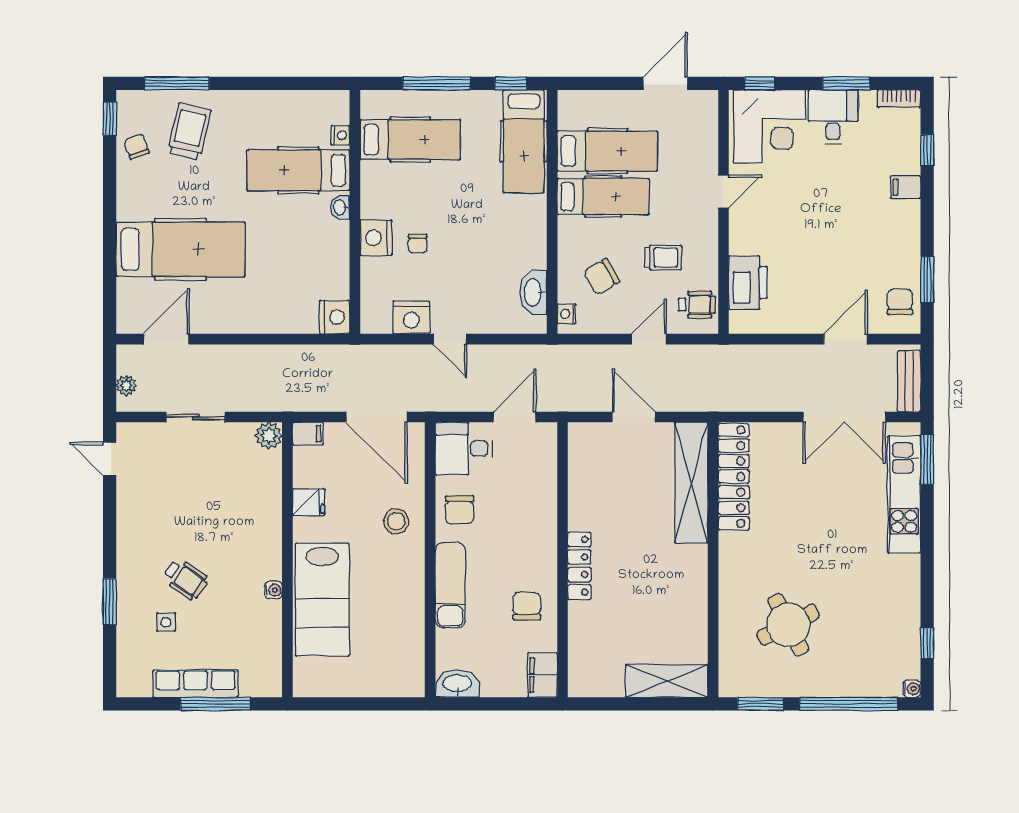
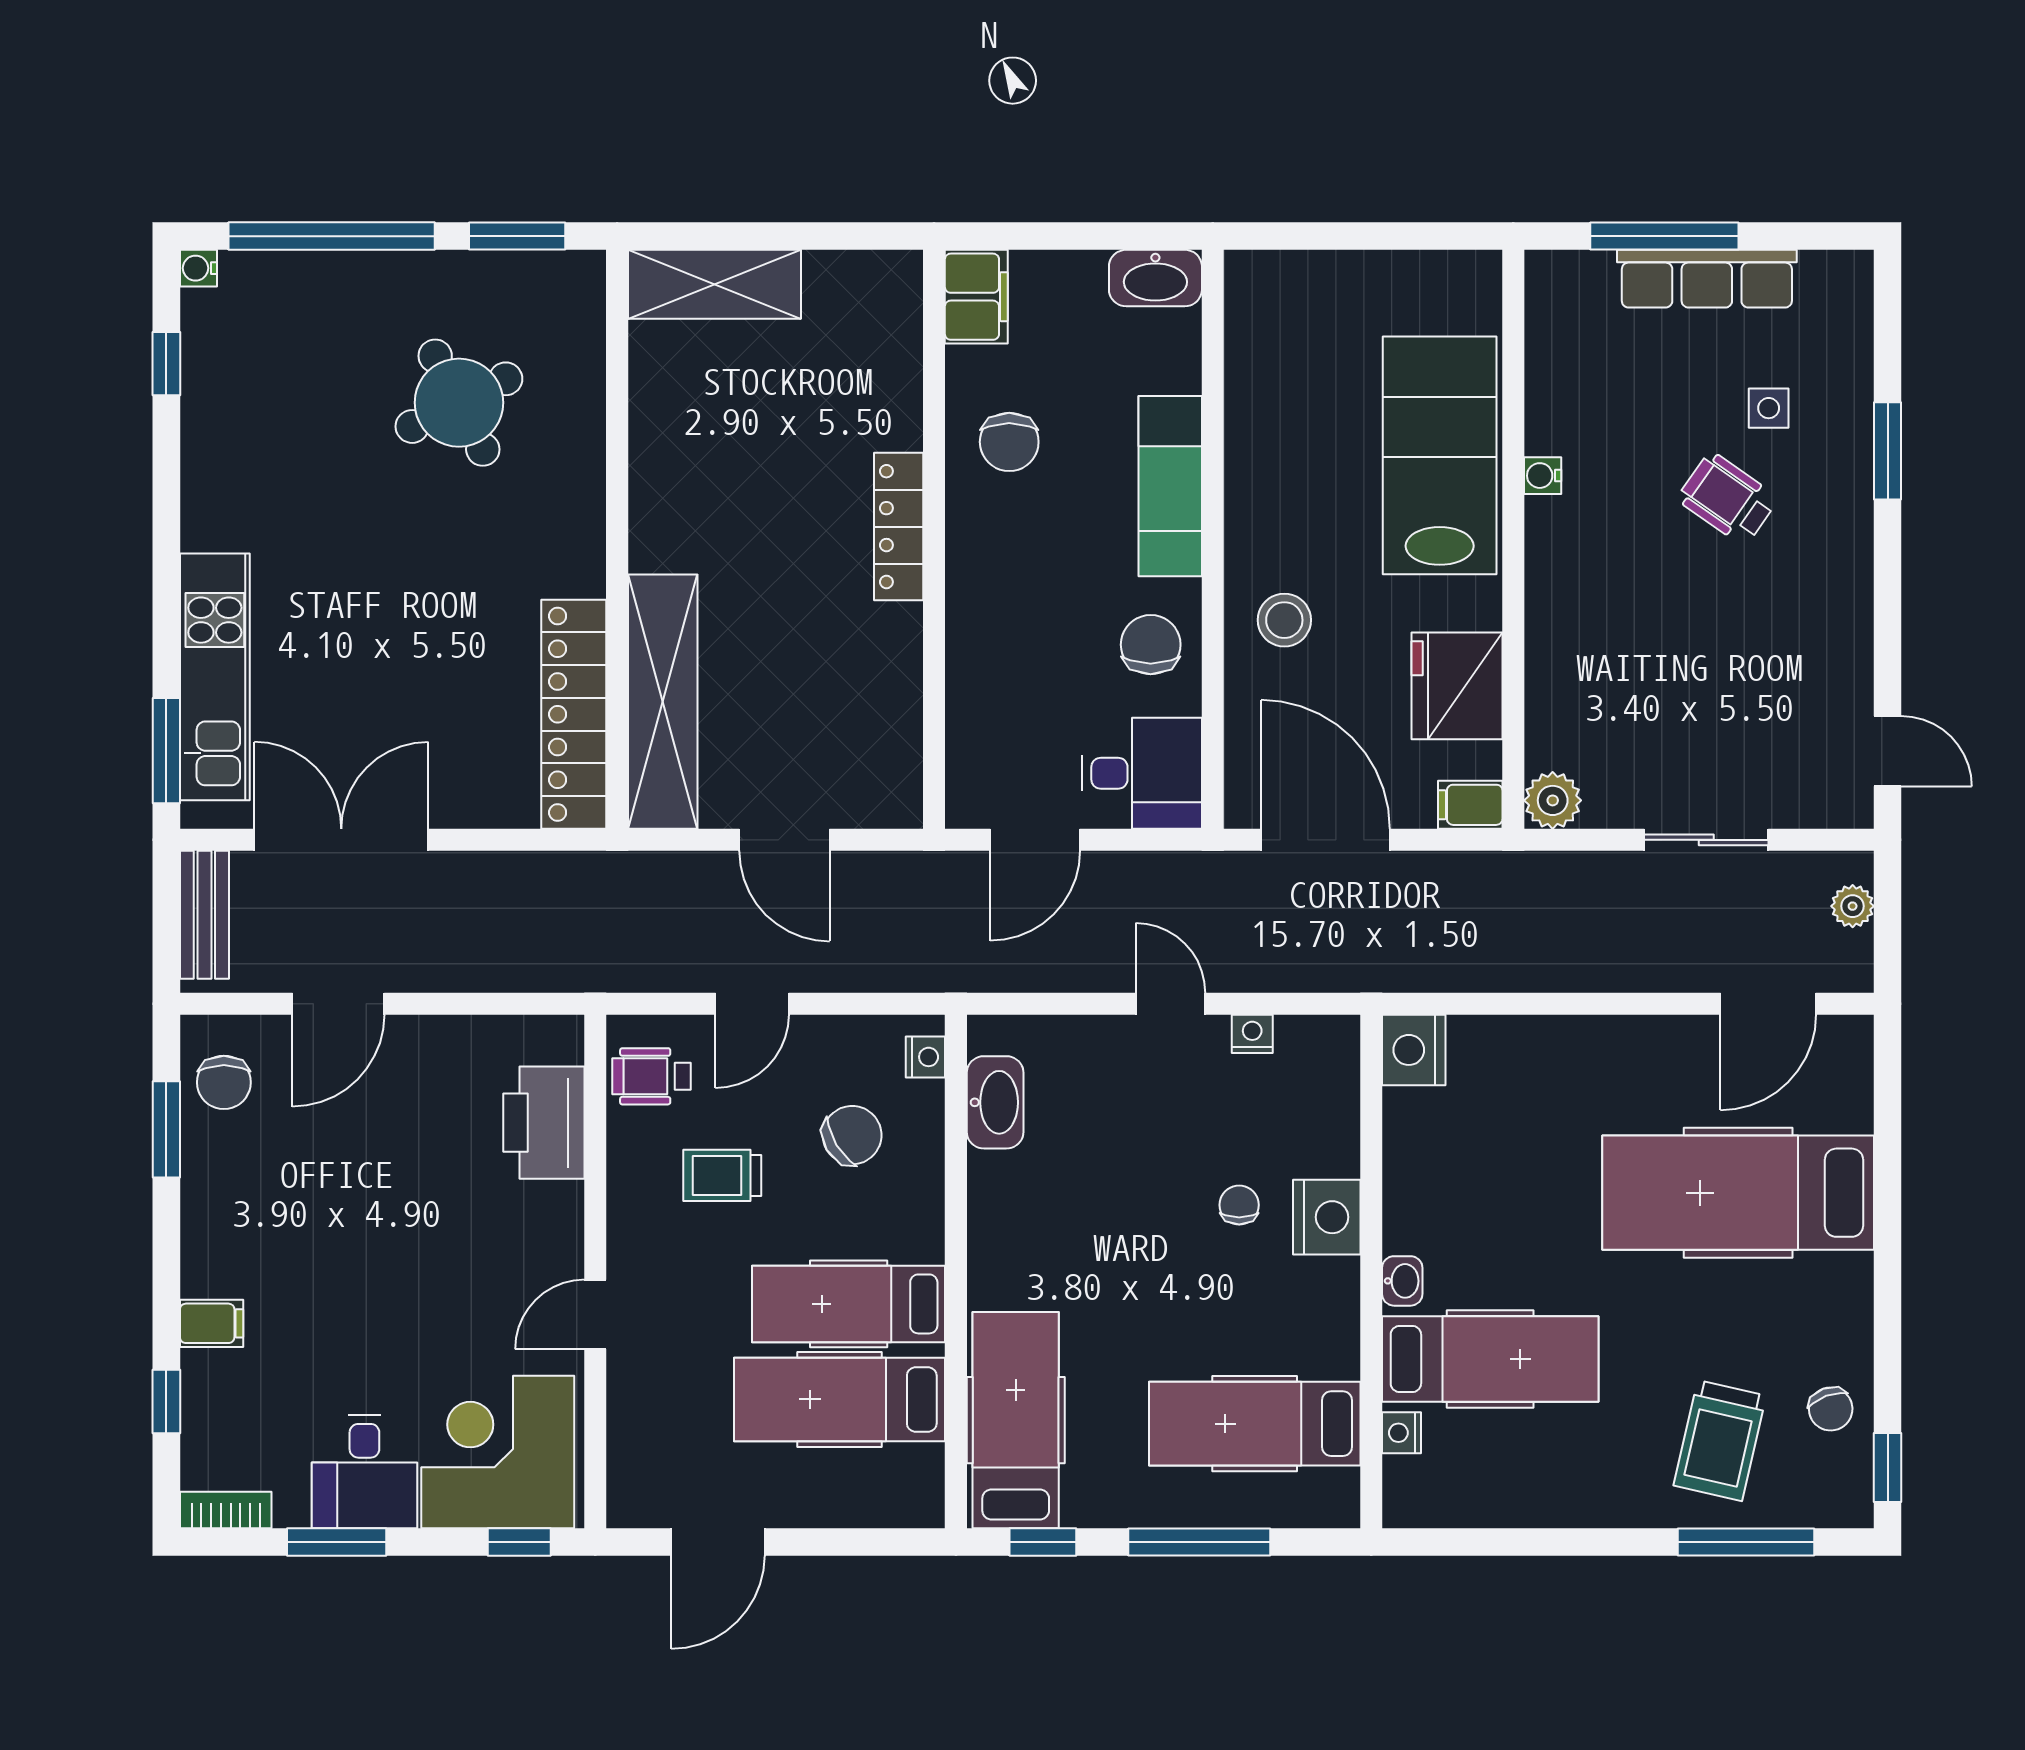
nightstand: (411, 318) -> (1252, 1034), width x0.53, depth x0.56
fridge: (309, 502) -> (1457, 686), width x1.88, depth x1.34

